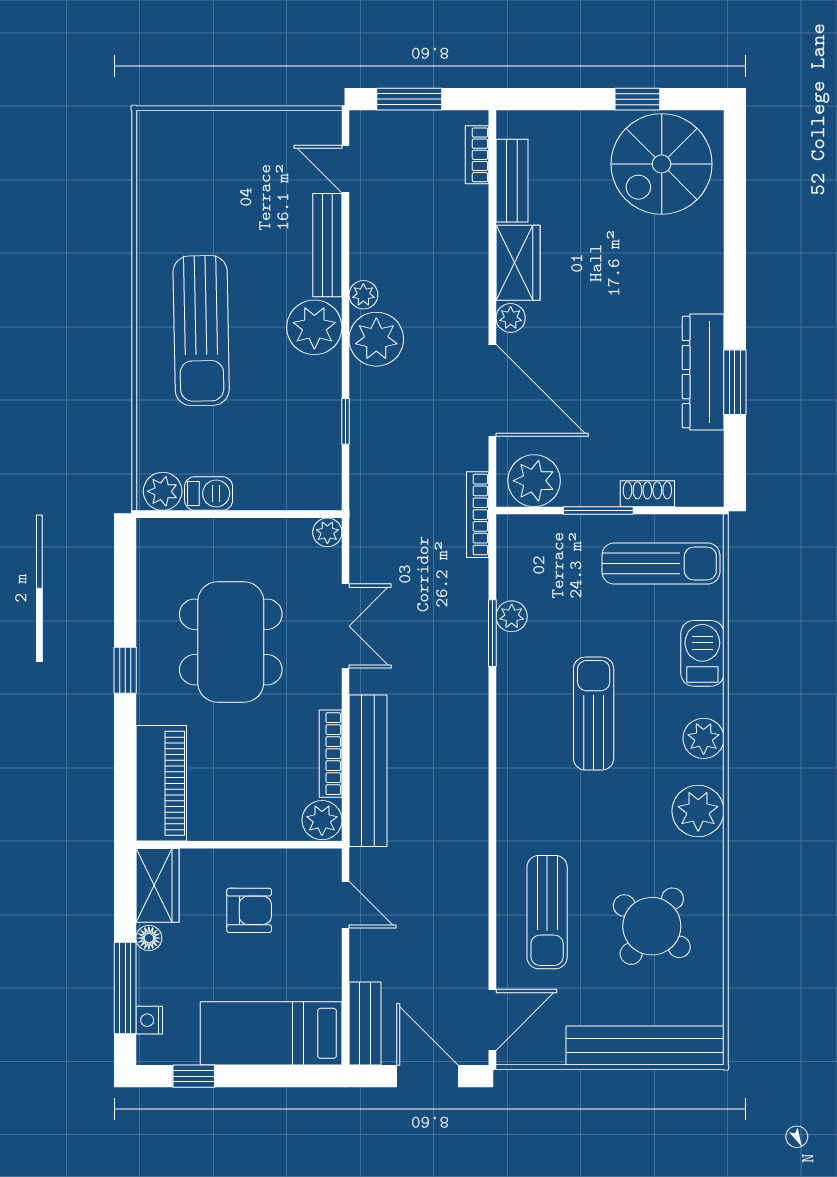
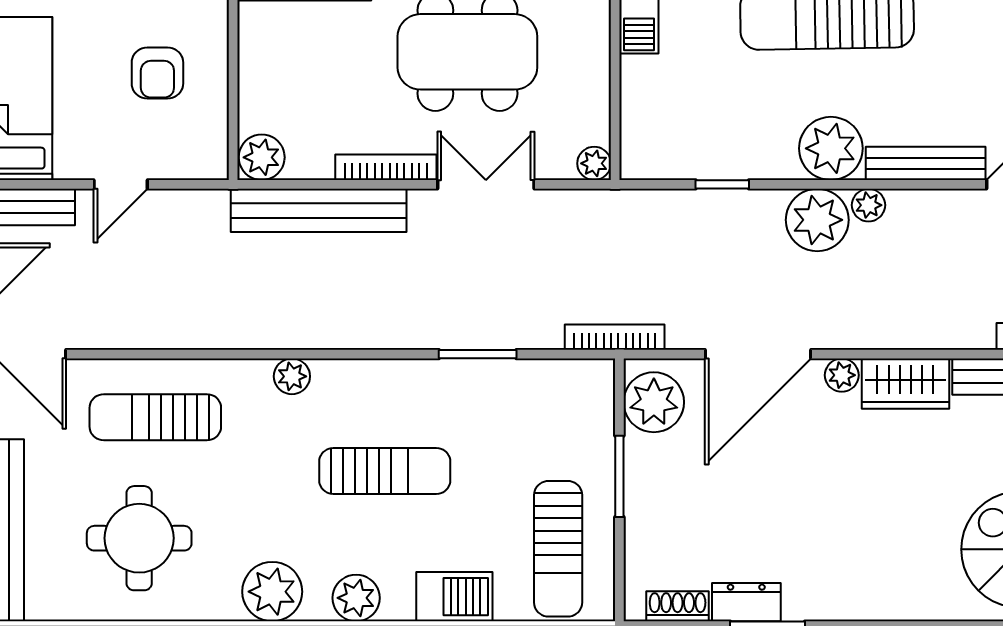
dresser: (703, 372) -> (746, 602), width x0.51, depth x0.80
shoe rack: (647, 494) -> (678, 606), moved, turned -90
plant: (512, 616) -> (292, 376), moved
double door: (345, 626) -> (486, 184), swing flipped
bookcase: (331, 754) -> (386, 167), moved
door: (345, 905) -> (121, 184), moved
round table: (652, 926) -> (139, 538), turned -37

